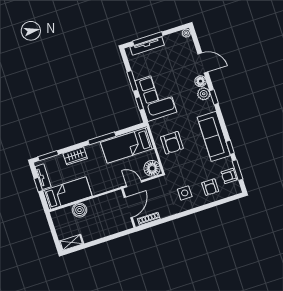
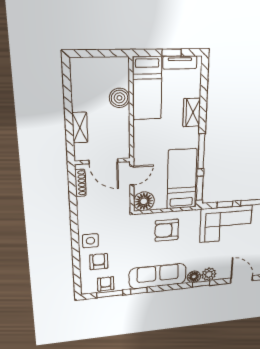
door: (203, 63) -> (242, 279), swing flipped
floor lamp: (201, 81) -> (194, 277), moved
window: (48, 156) -> (200, 188), moved
armchair: (210, 187) -> (99, 262), turned 90
side table: (185, 193) -> (90, 241), moved
shelving: (71, 242) -> (80, 128), moved

